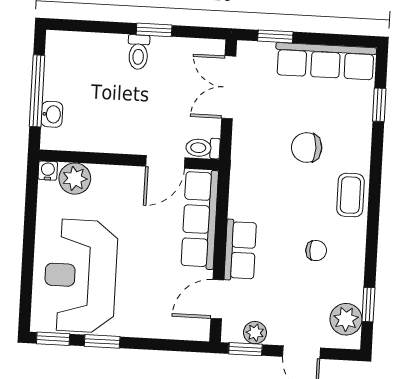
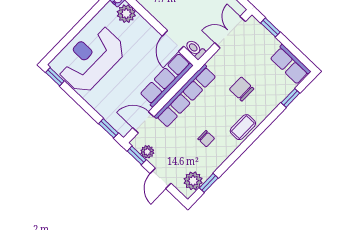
row of seats: (326, 61) -> (290, 64), width x0.68
door: (165, 162) -> (173, 41), hinge flipped
row of seats: (240, 250) -> (185, 96), width x2.02
window: (102, 341) -> (109, 128), moved

